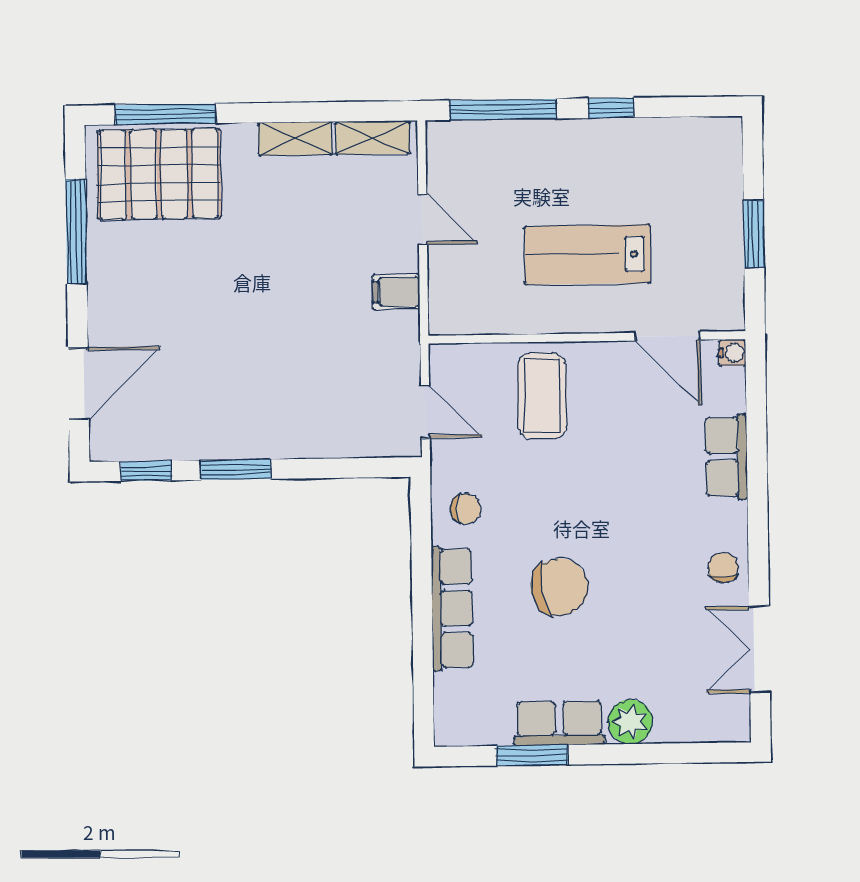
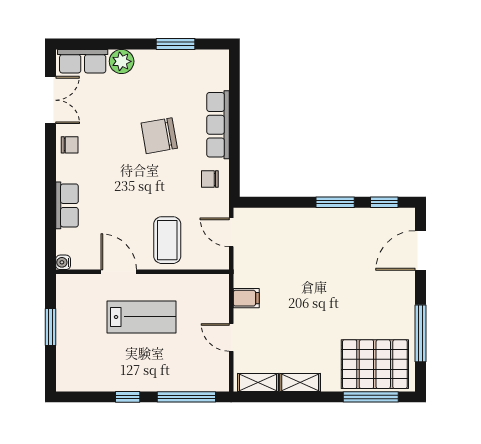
door: (668, 336) -> (119, 272), moved
chair: (723, 568) -> (70, 145), turned -90
row of seats: (559, 723) -> (83, 61), moved

